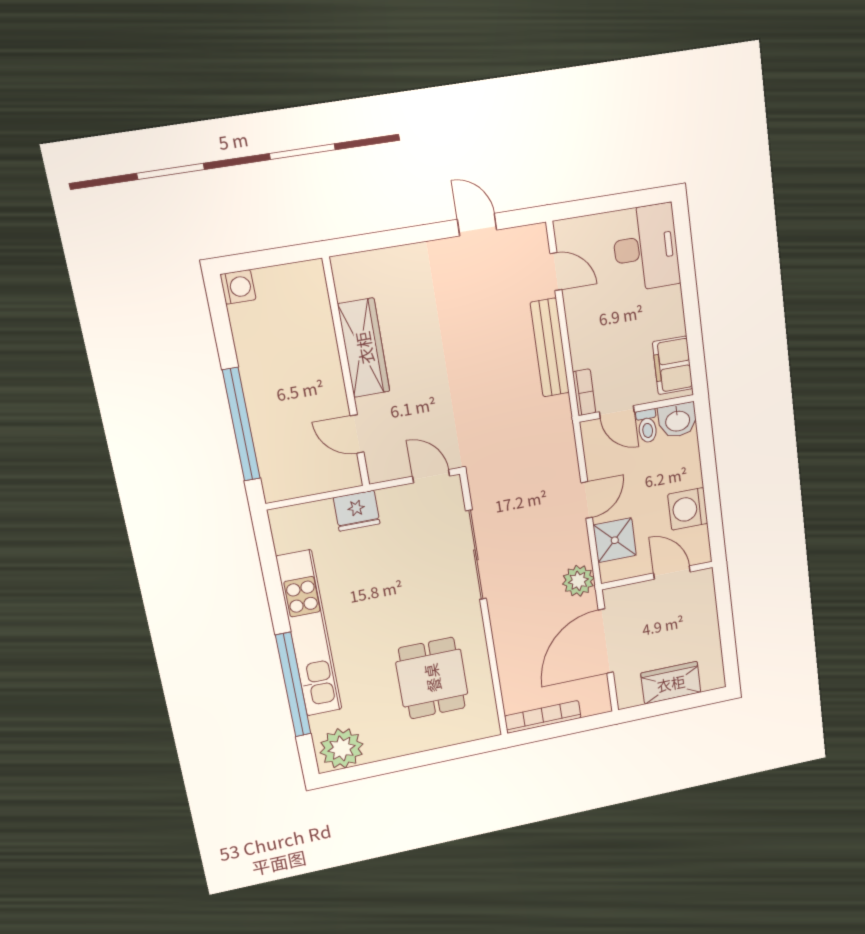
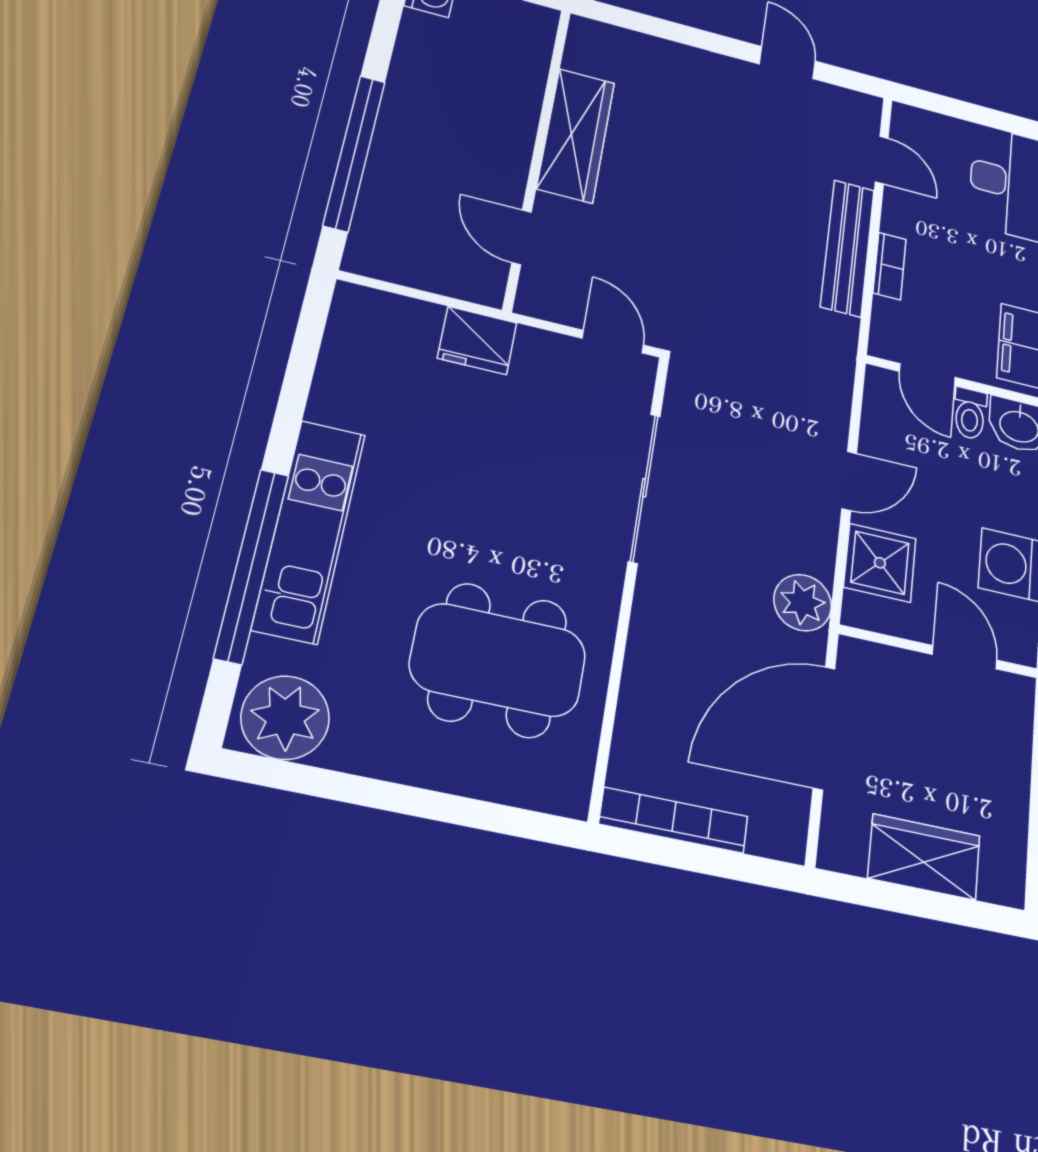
bookcase: (584, 392) -> (890, 266), moved
kitchen unit: (309, 634) -> (309, 530), width x0.73
dining table: (432, 678) -> (498, 660), width x1.37

